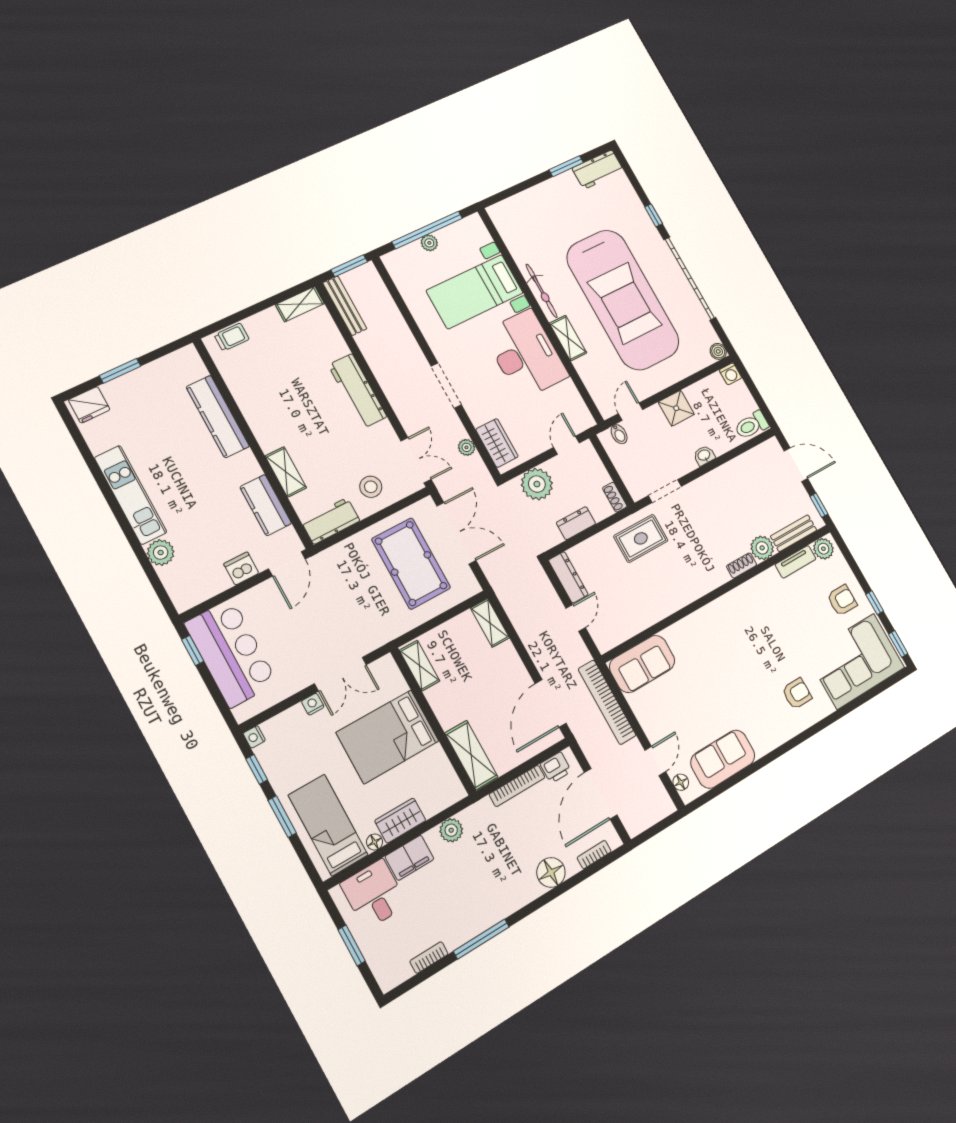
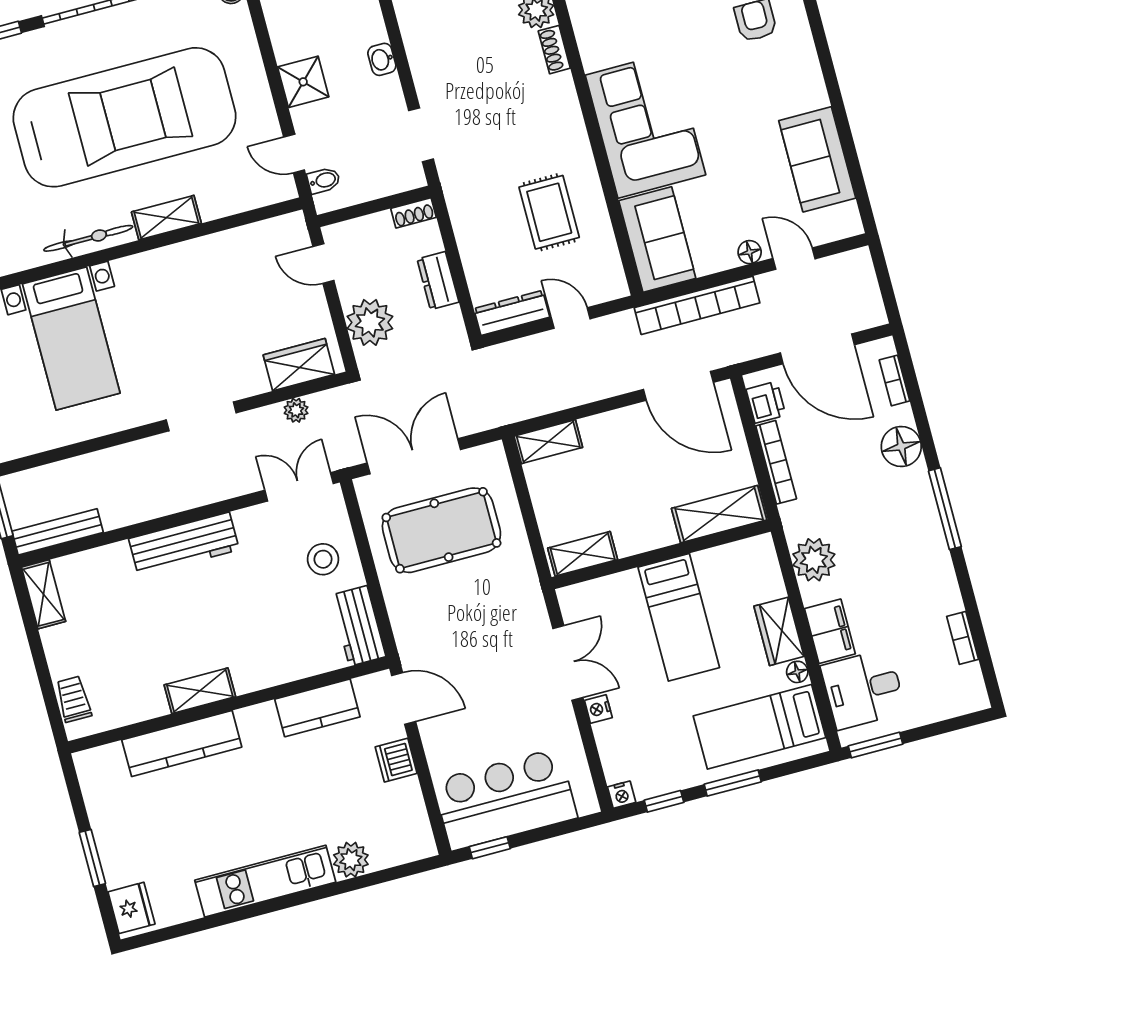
desk: (526, 354) -> (178, 288), removed
shelving: (286, 472) -> (200, 691), moved
rug: (641, 538) -> (549, 212), moved
corner sofa: (712, 637) -> (645, 125), added
bed: (388, 737) -> (679, 617), width x0.67
floor lamp: (681, 782) -> (750, 252), moved
plant: (451, 830) -> (814, 560), width x1.36, depth x1.36
window: (481, 939) -> (945, 509), moved
window: (352, 945) -> (875, 745), moved

